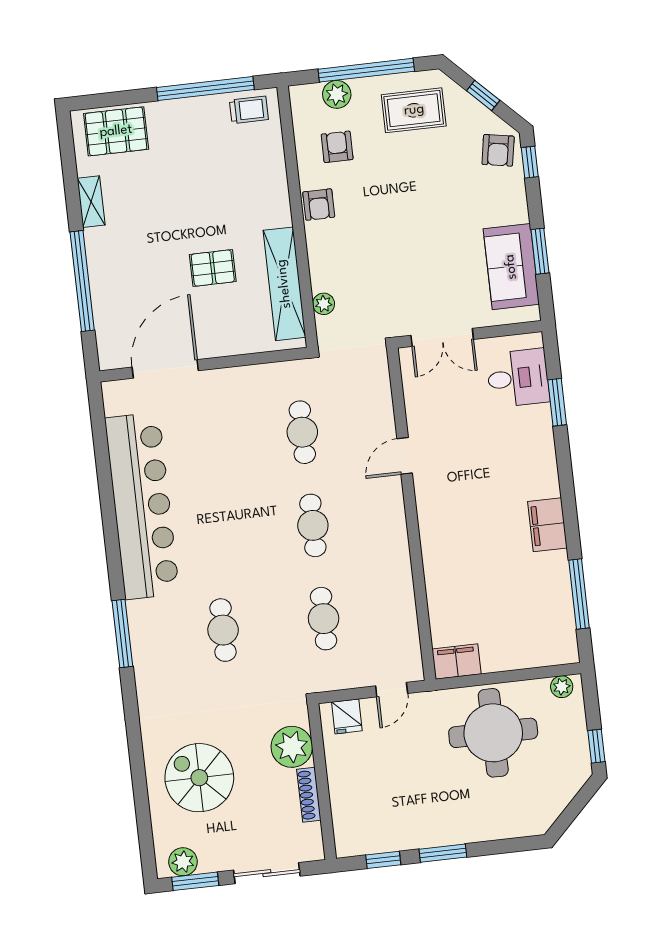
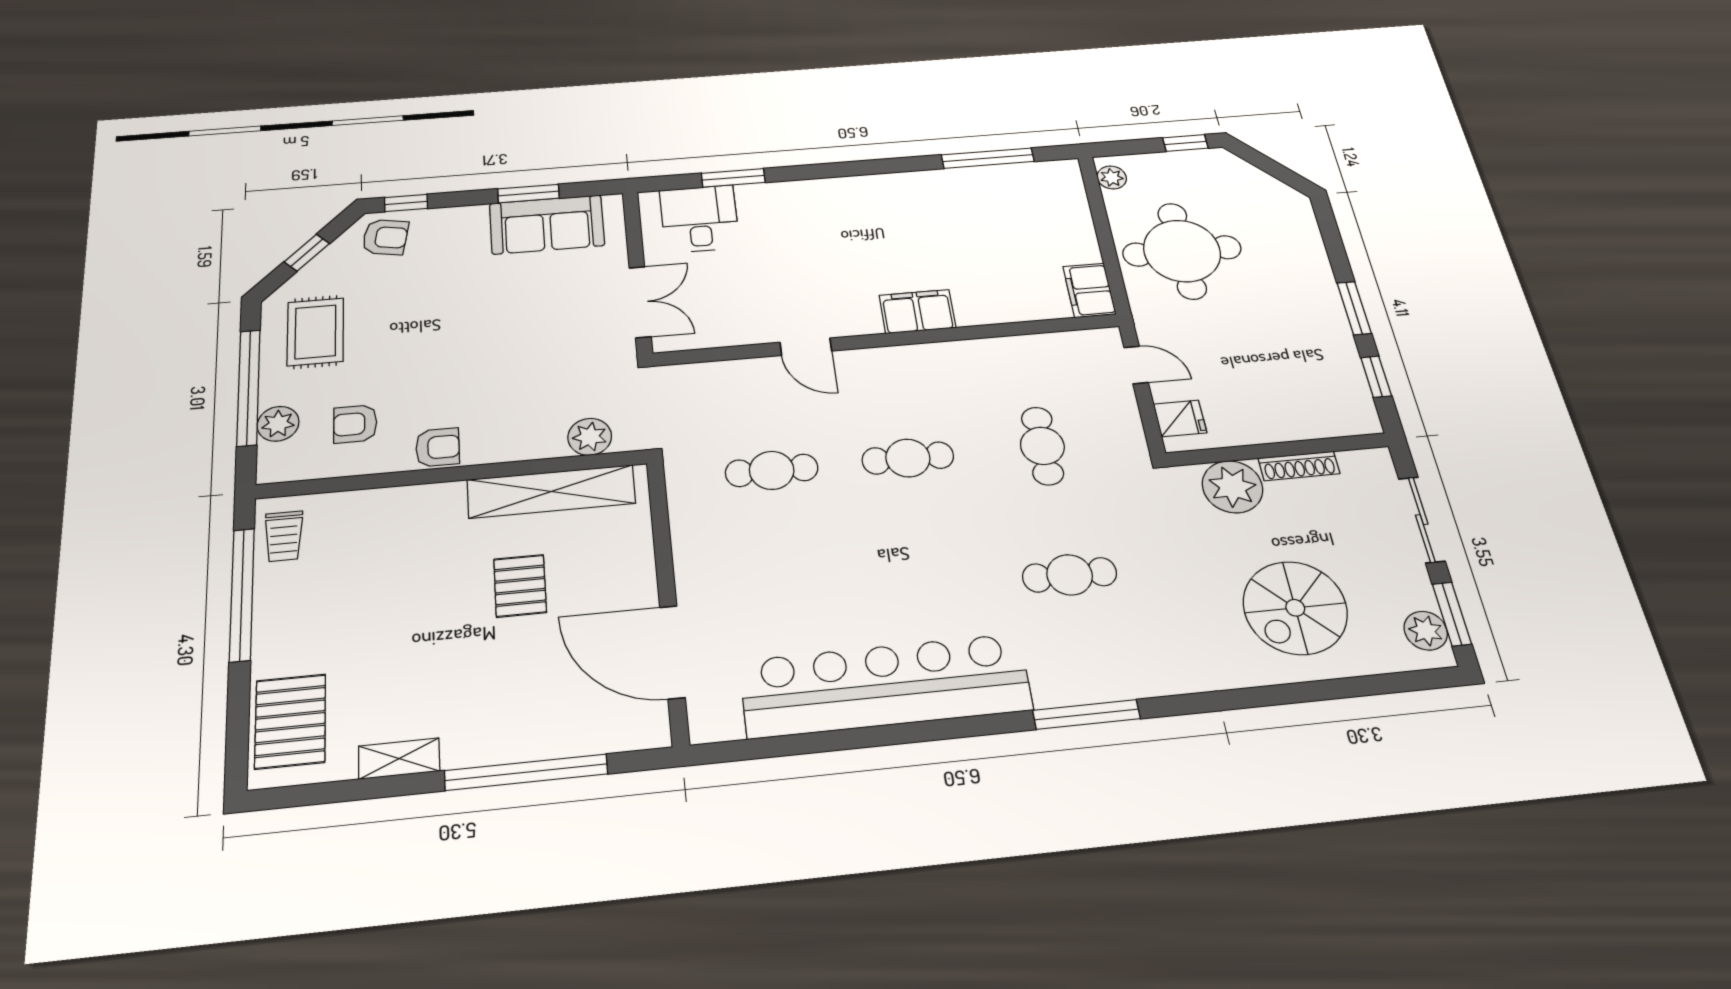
trolley: (249, 110) -> (284, 536), turned 180
plant: (324, 304) -> (590, 437), width x1.38, depth x1.38
filing cabinet: (547, 525) -> (917, 312), moved, turned 180
cafe table: (324, 619) -> (1042, 446), turned 90

